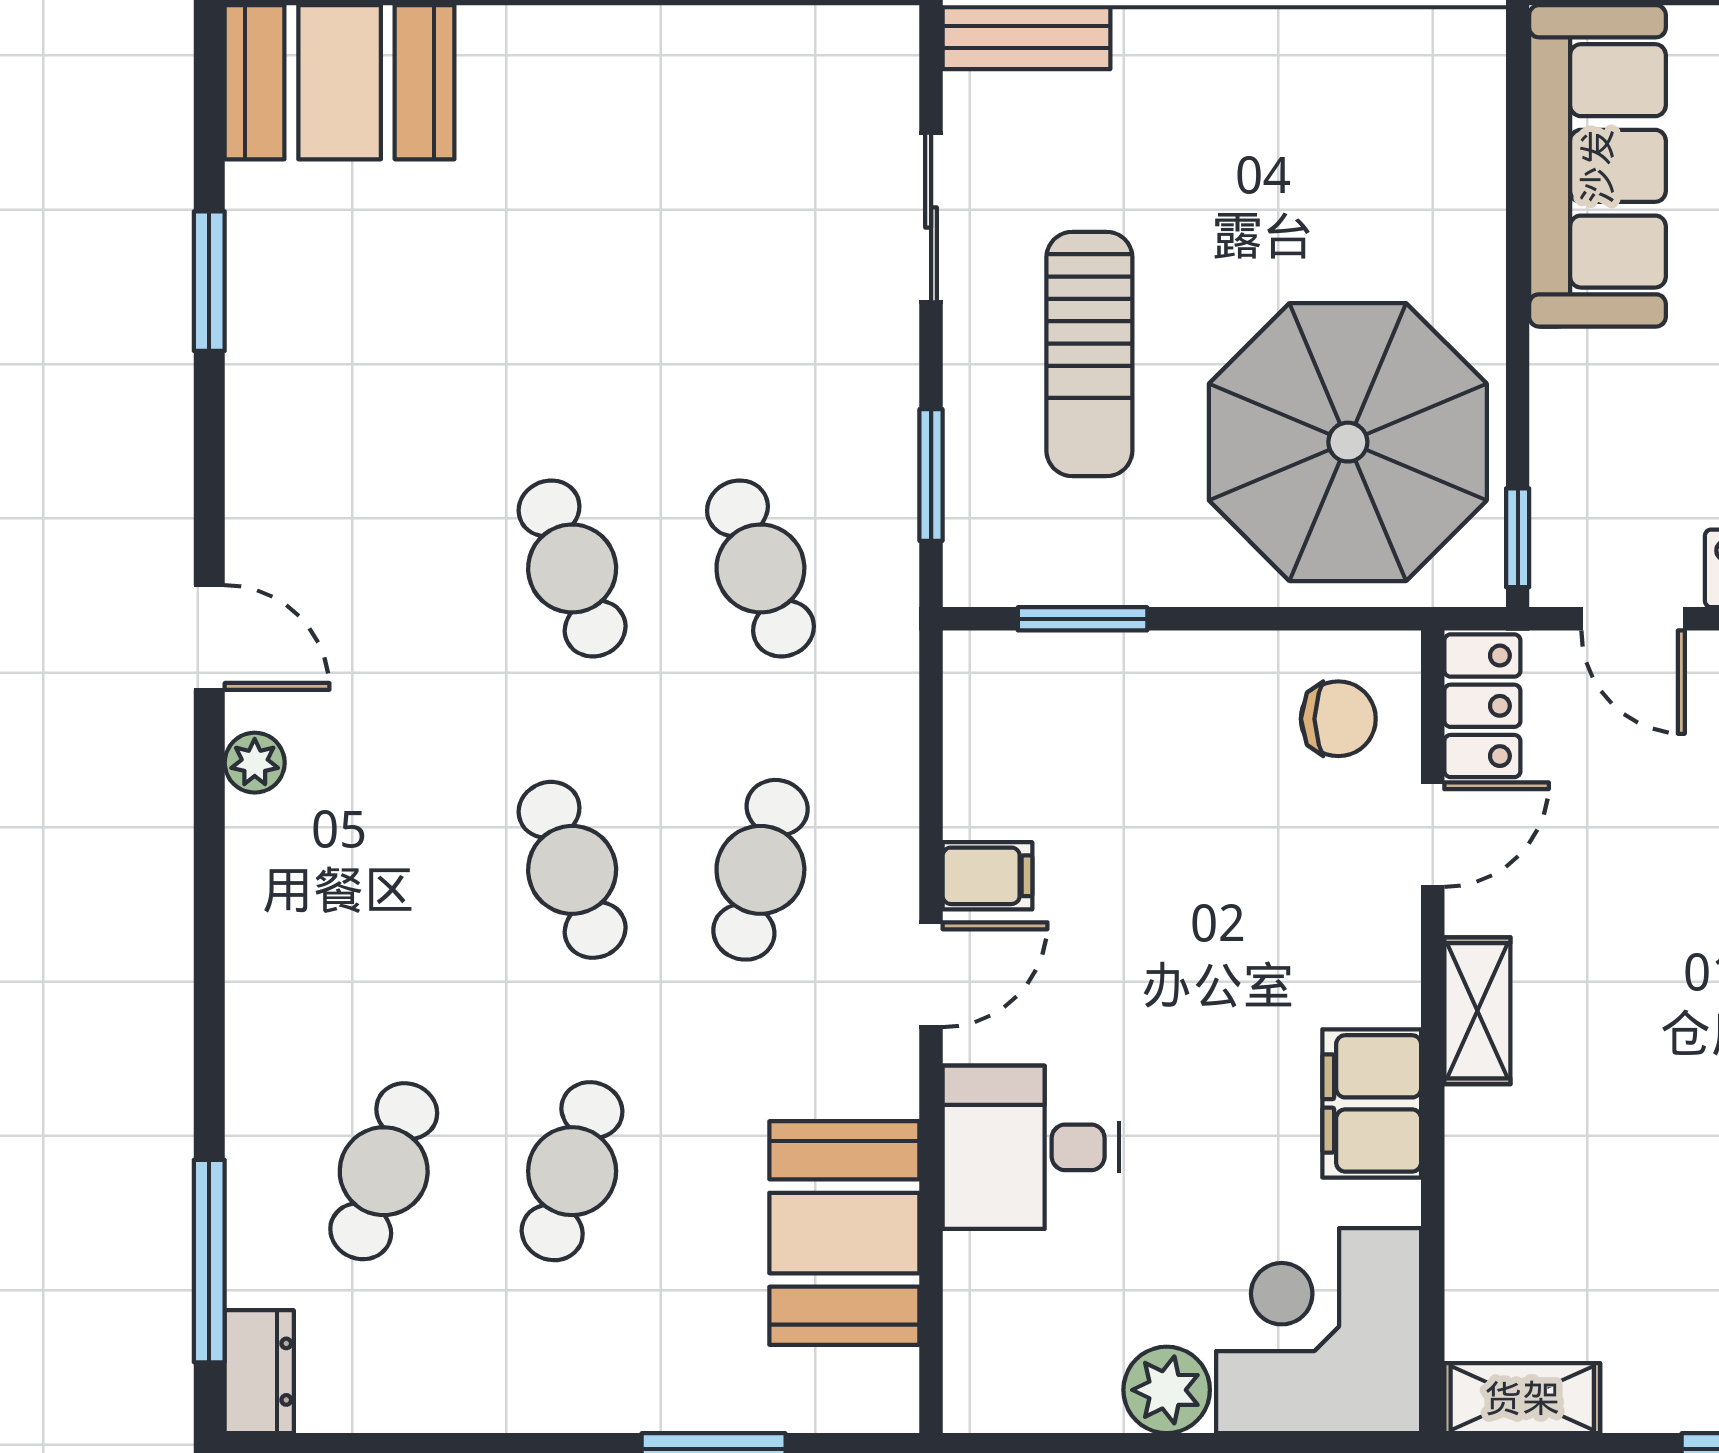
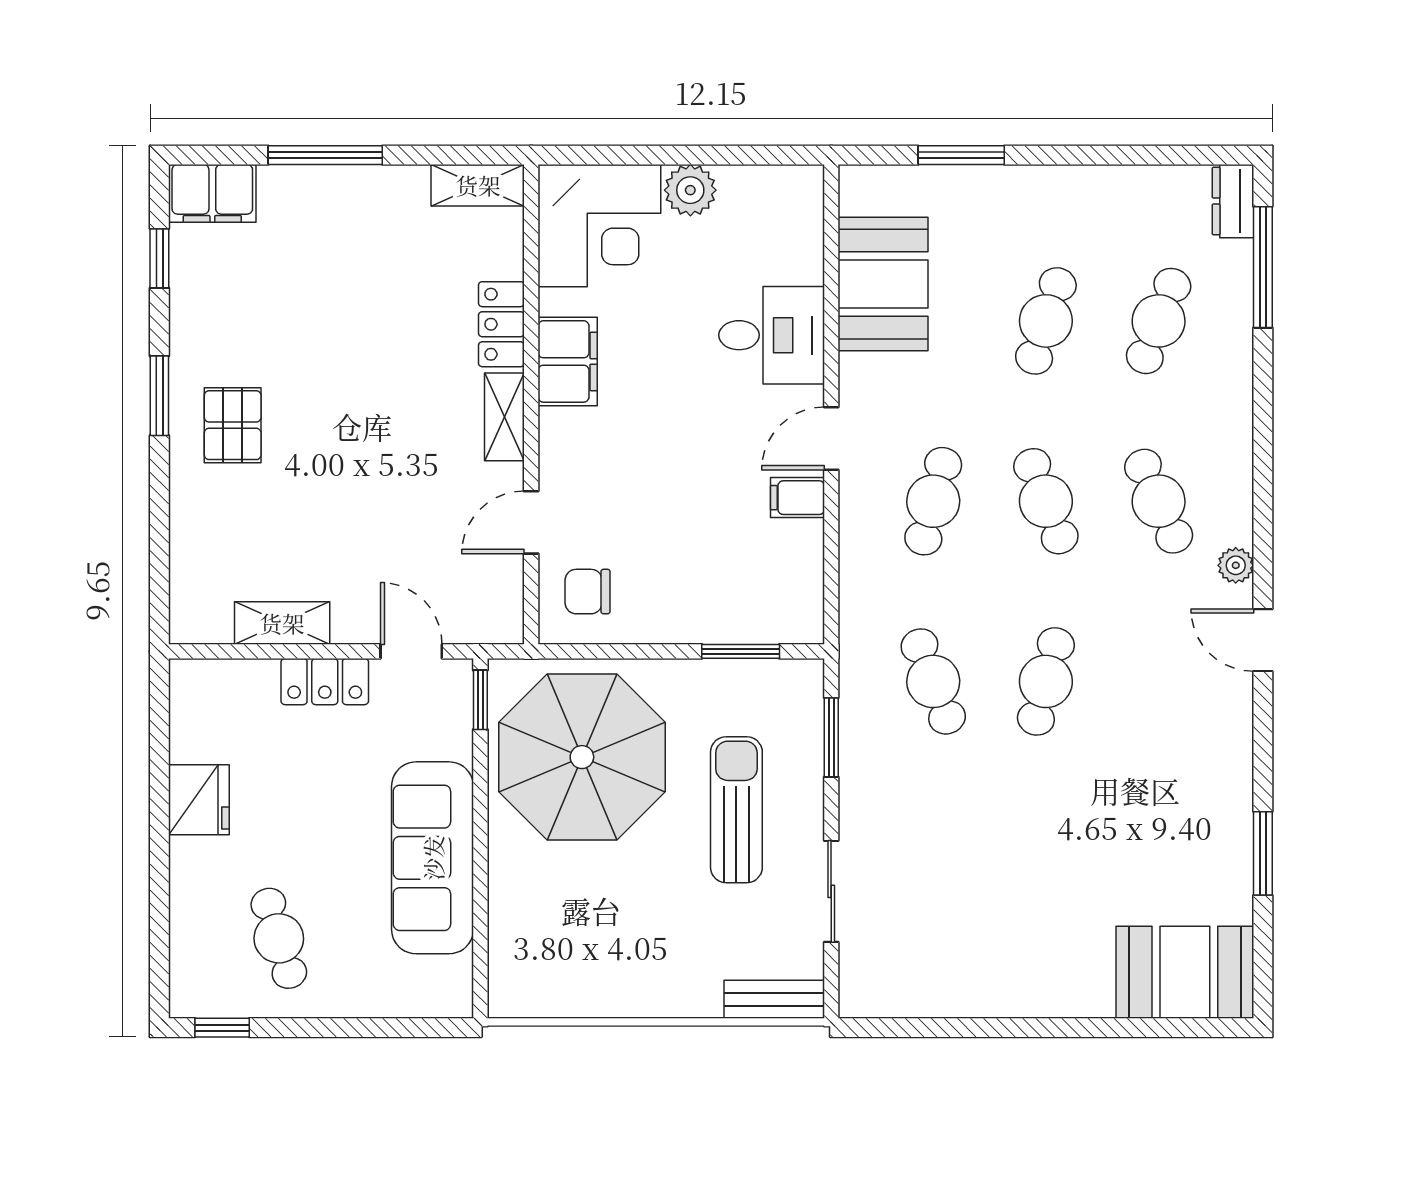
sofa: (1597, 166) -> (433, 858), moved
cafe table: (572, 568) -> (1046, 681), turned 36
locker: (1482, 706) -> (501, 324), moved
cafe table: (384, 870) -> (1159, 501), added

